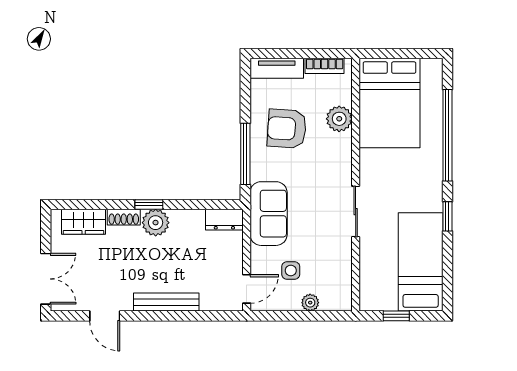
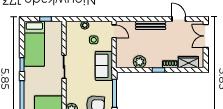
dresser: (224, 220) -> (124, 63), removed
plant: (156, 223) -> (140, 62), moved
door: (247, 289) -> (114, 31), swing flipped

